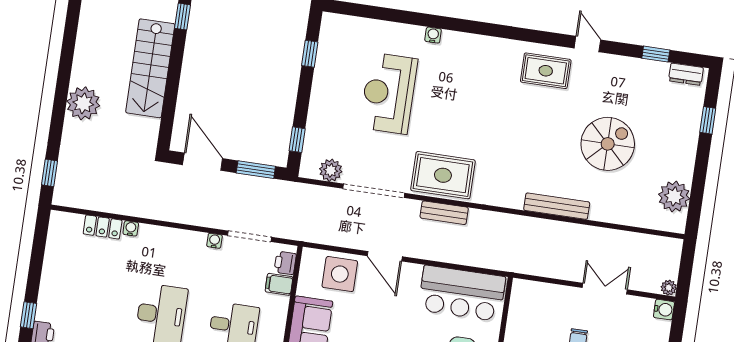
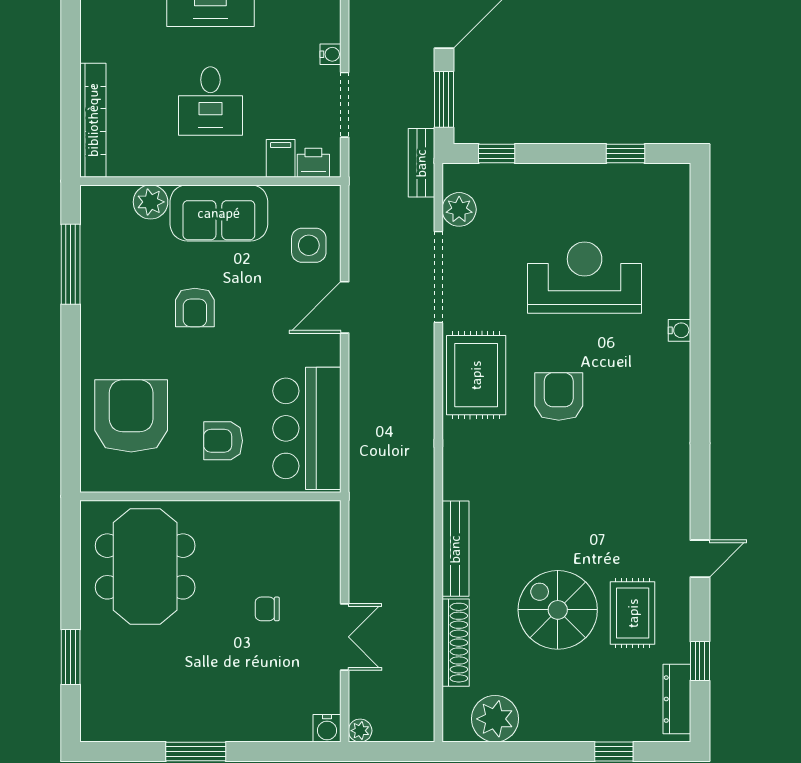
rug: (546, 71) -> (633, 613), moved
dresser: (686, 74) -> (677, 699), width x1.44
armchair: (465, 122) -> (559, 396), added
spiral stairs: (608, 144) -> (558, 610), turned 180
bench: (444, 213) -> (421, 163), moved
shoe rack: (619, 215) -> (456, 643), added
side table: (340, 274) -> (309, 245), width x0.73, depth x0.73

